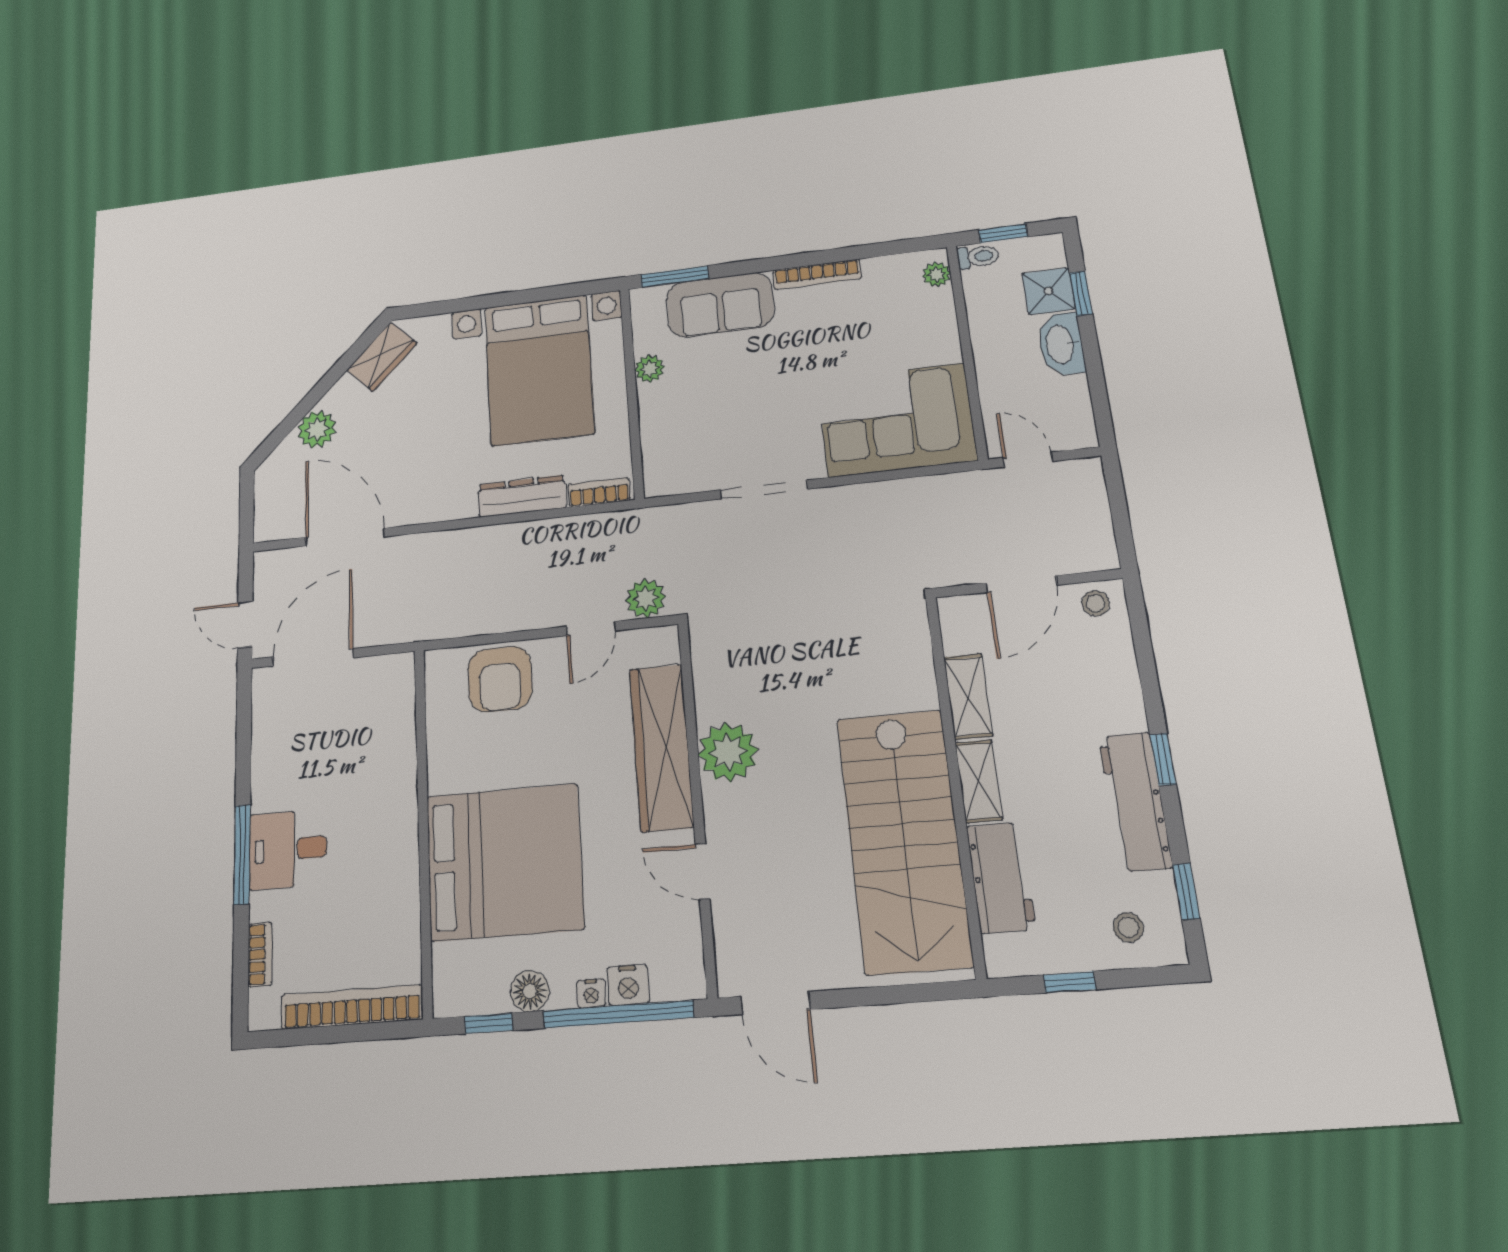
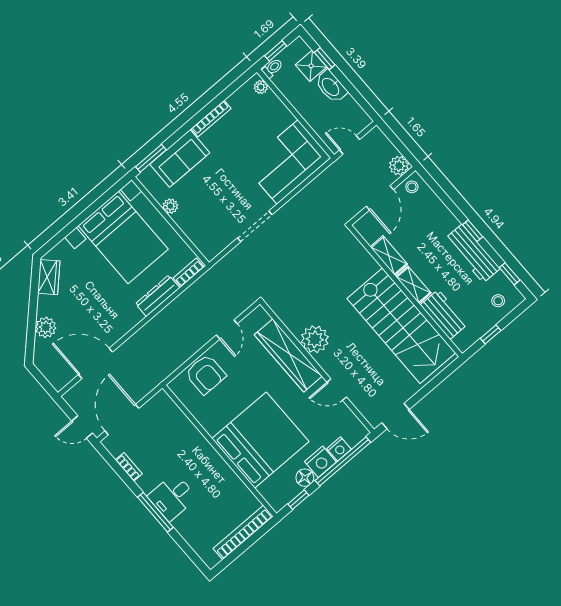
plant: (646, 598) -> (399, 166), moved
bookcase: (260, 954) -> (129, 467), moved
nightstand: (591, 993) -> (320, 462), width x1.89, depth x1.79

